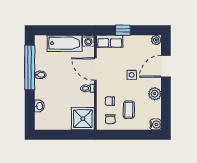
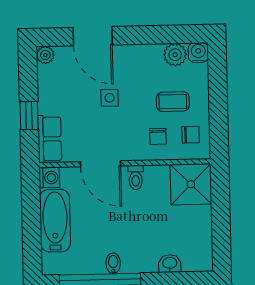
door: (95, 69) -> (101, 164), hinge flipped
plant: (155, 94) -> (175, 55), moved

